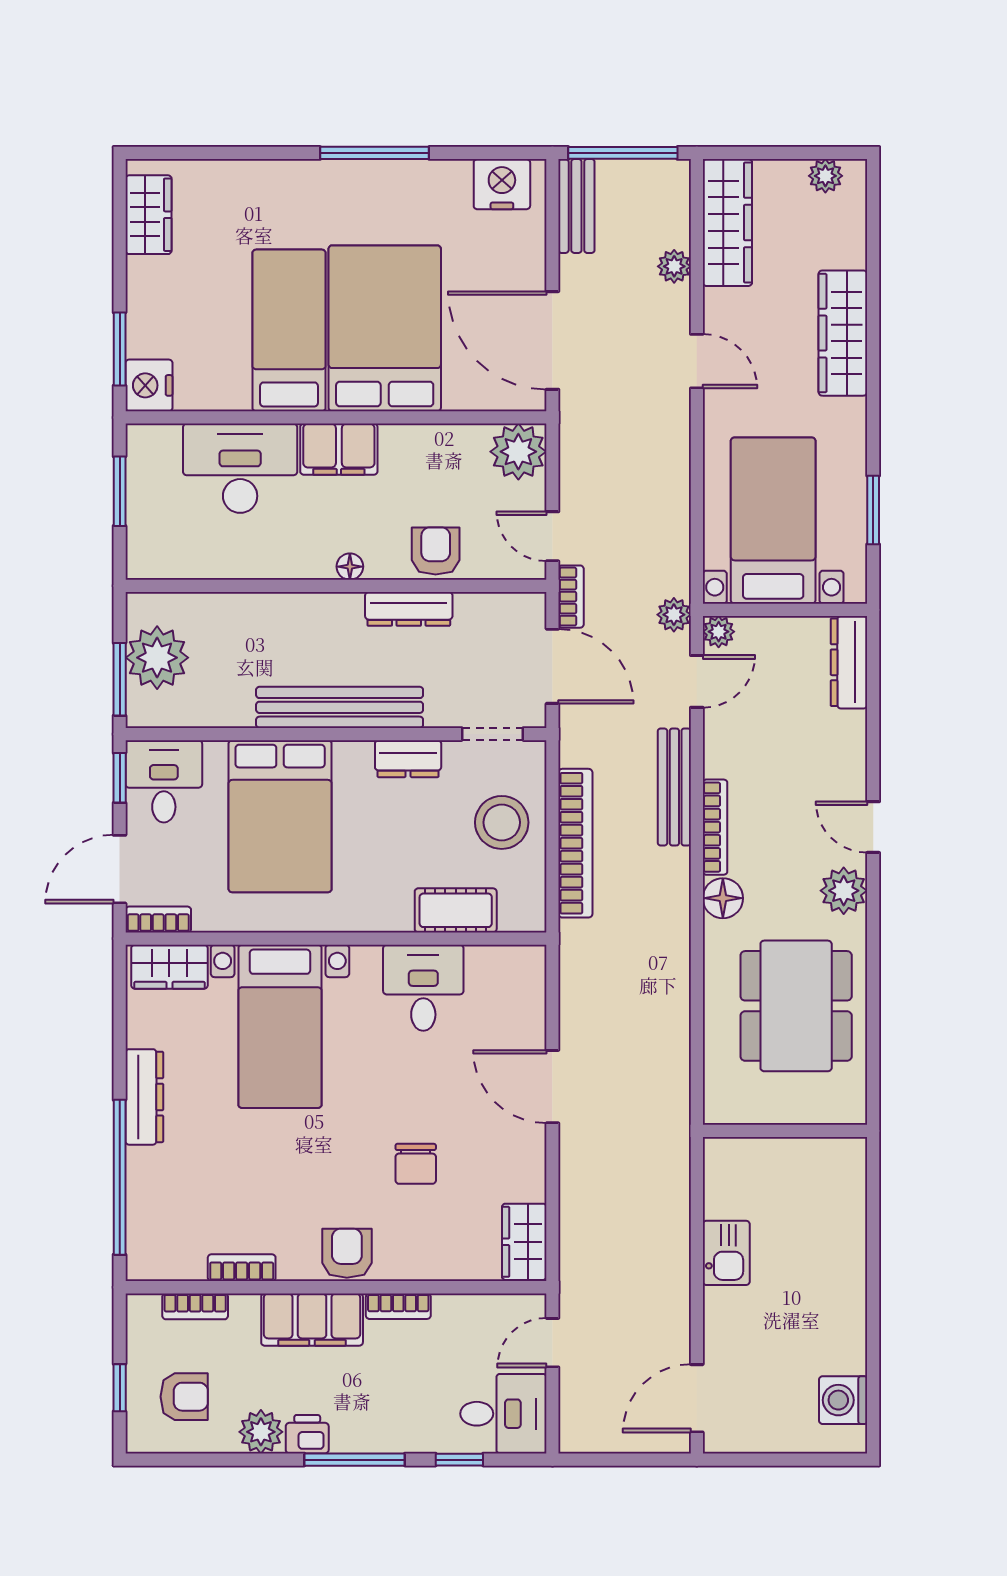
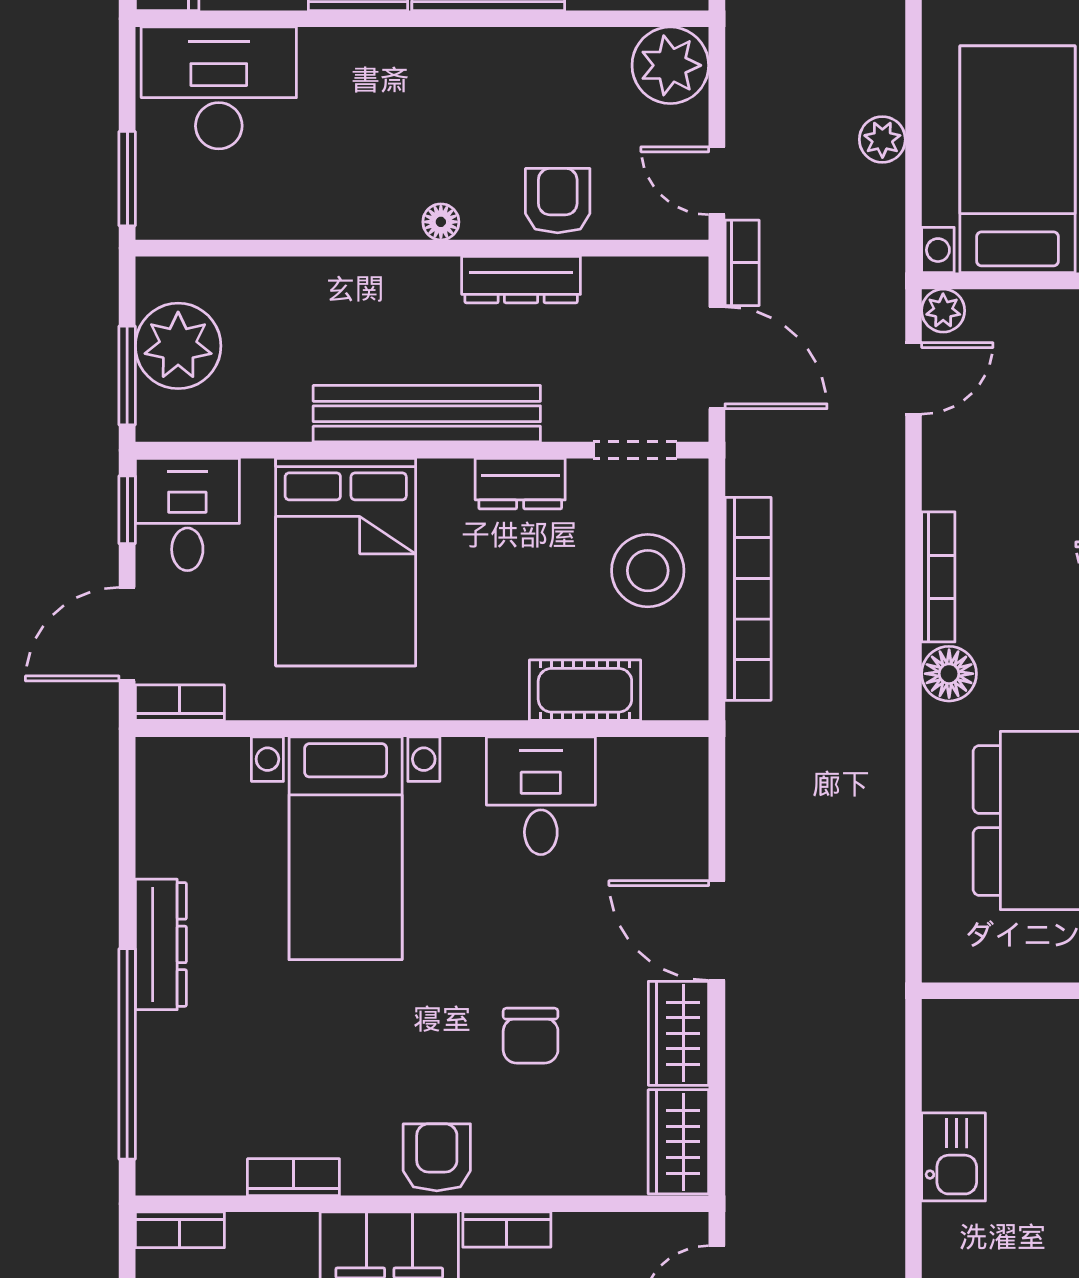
filing cabinet: (339, 449) -> (426, 62), removed
desk: (240, 468) -> (219, 88), moved
window: (120, 491) -> (127, 179), moved
plant: (674, 615) -> (882, 139), moved
bench: (674, 787) -> (883, 522), removed
wardrobe: (169, 967) -> (679, 1033), moved, turned 90
bookcase: (195, 1306) -> (180, 1230), moved

